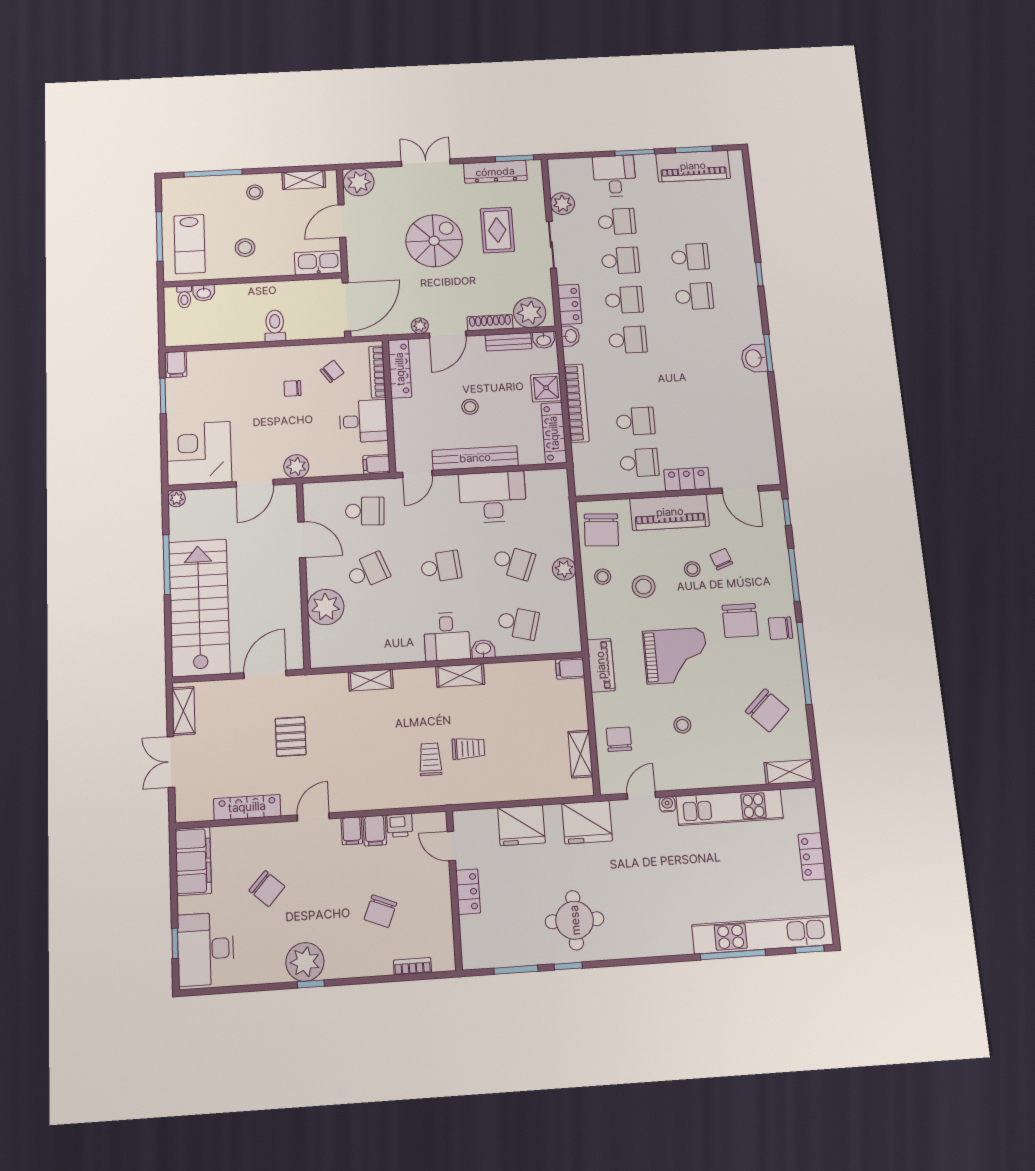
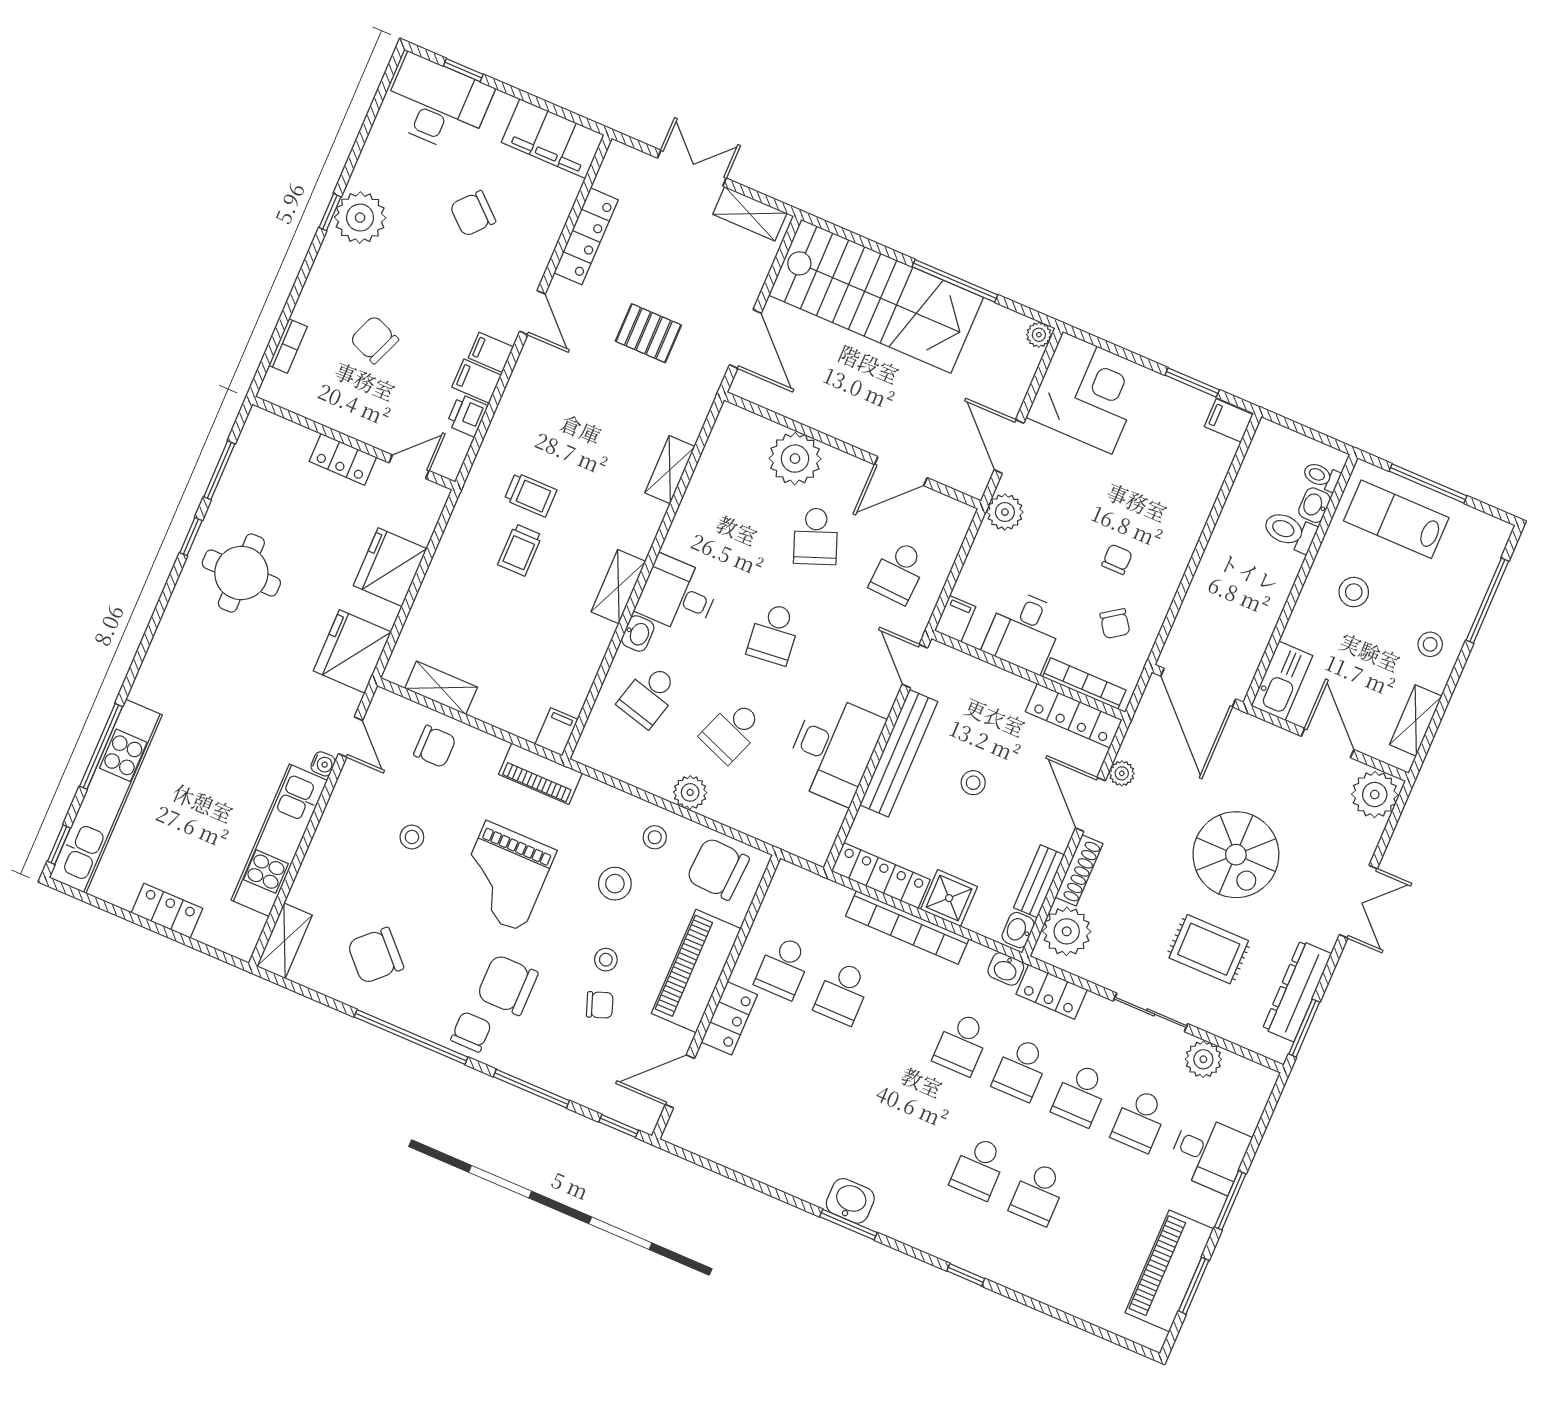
toilet: (275, 326) -> (1290, 531), moved, turned 180

